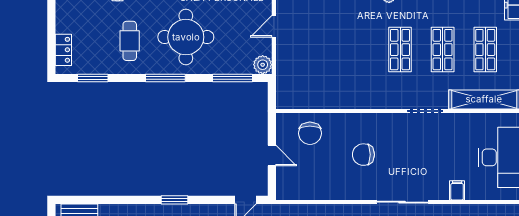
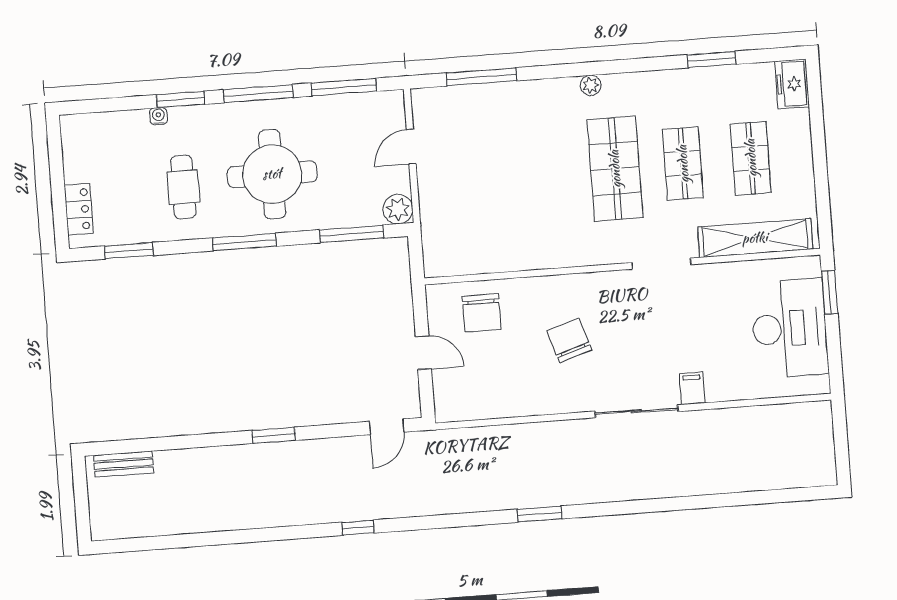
shop shelf: (400, 50) -> (615, 169), width x1.43, depth x1.36
chair: (363, 155) -> (569, 340), turned 72
filing cabinet: (457, 190) -> (692, 388), moved

